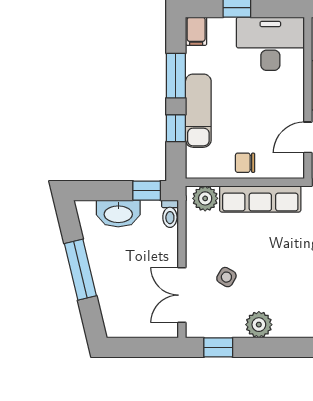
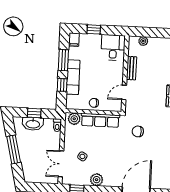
desk: (270, 44) -> (113, 48), width x0.73
window: (147, 191) -> (34, 113), moved

